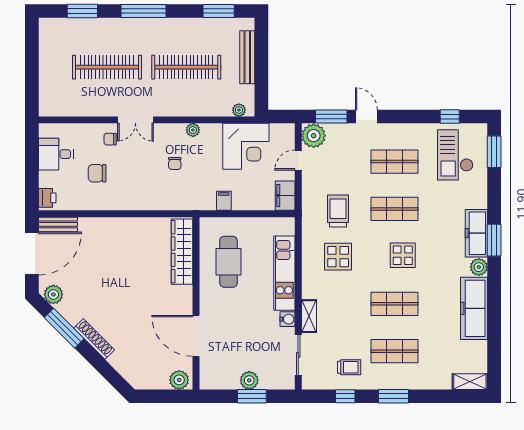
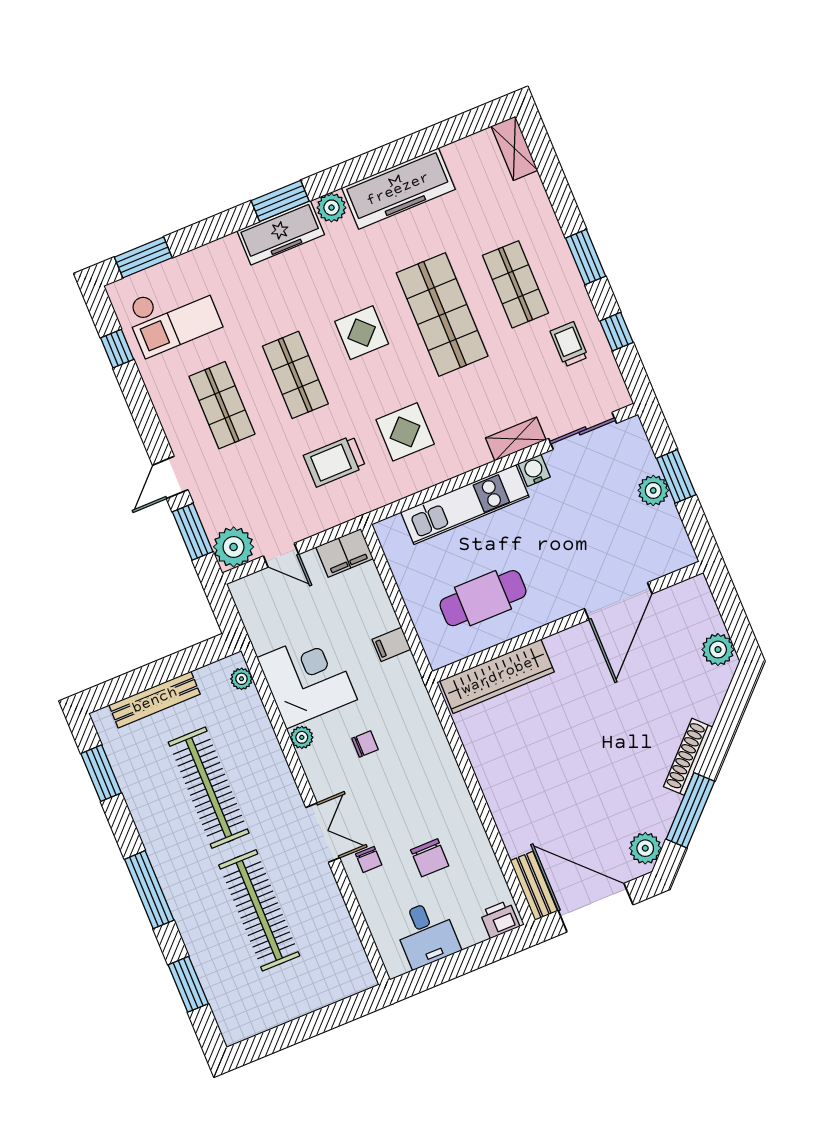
corner desk: (246, 146) -> (307, 679), moved
shop shelf: (395, 304) -> (442, 315), width x1.43, depth x1.36
plant: (179, 380) -> (718, 650), moved

